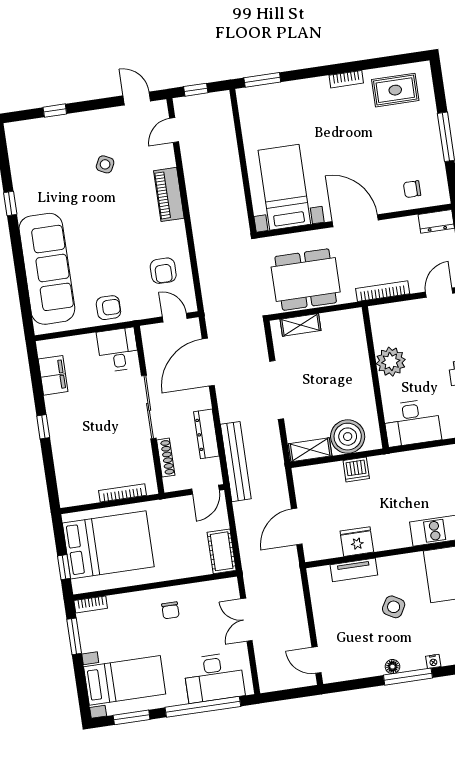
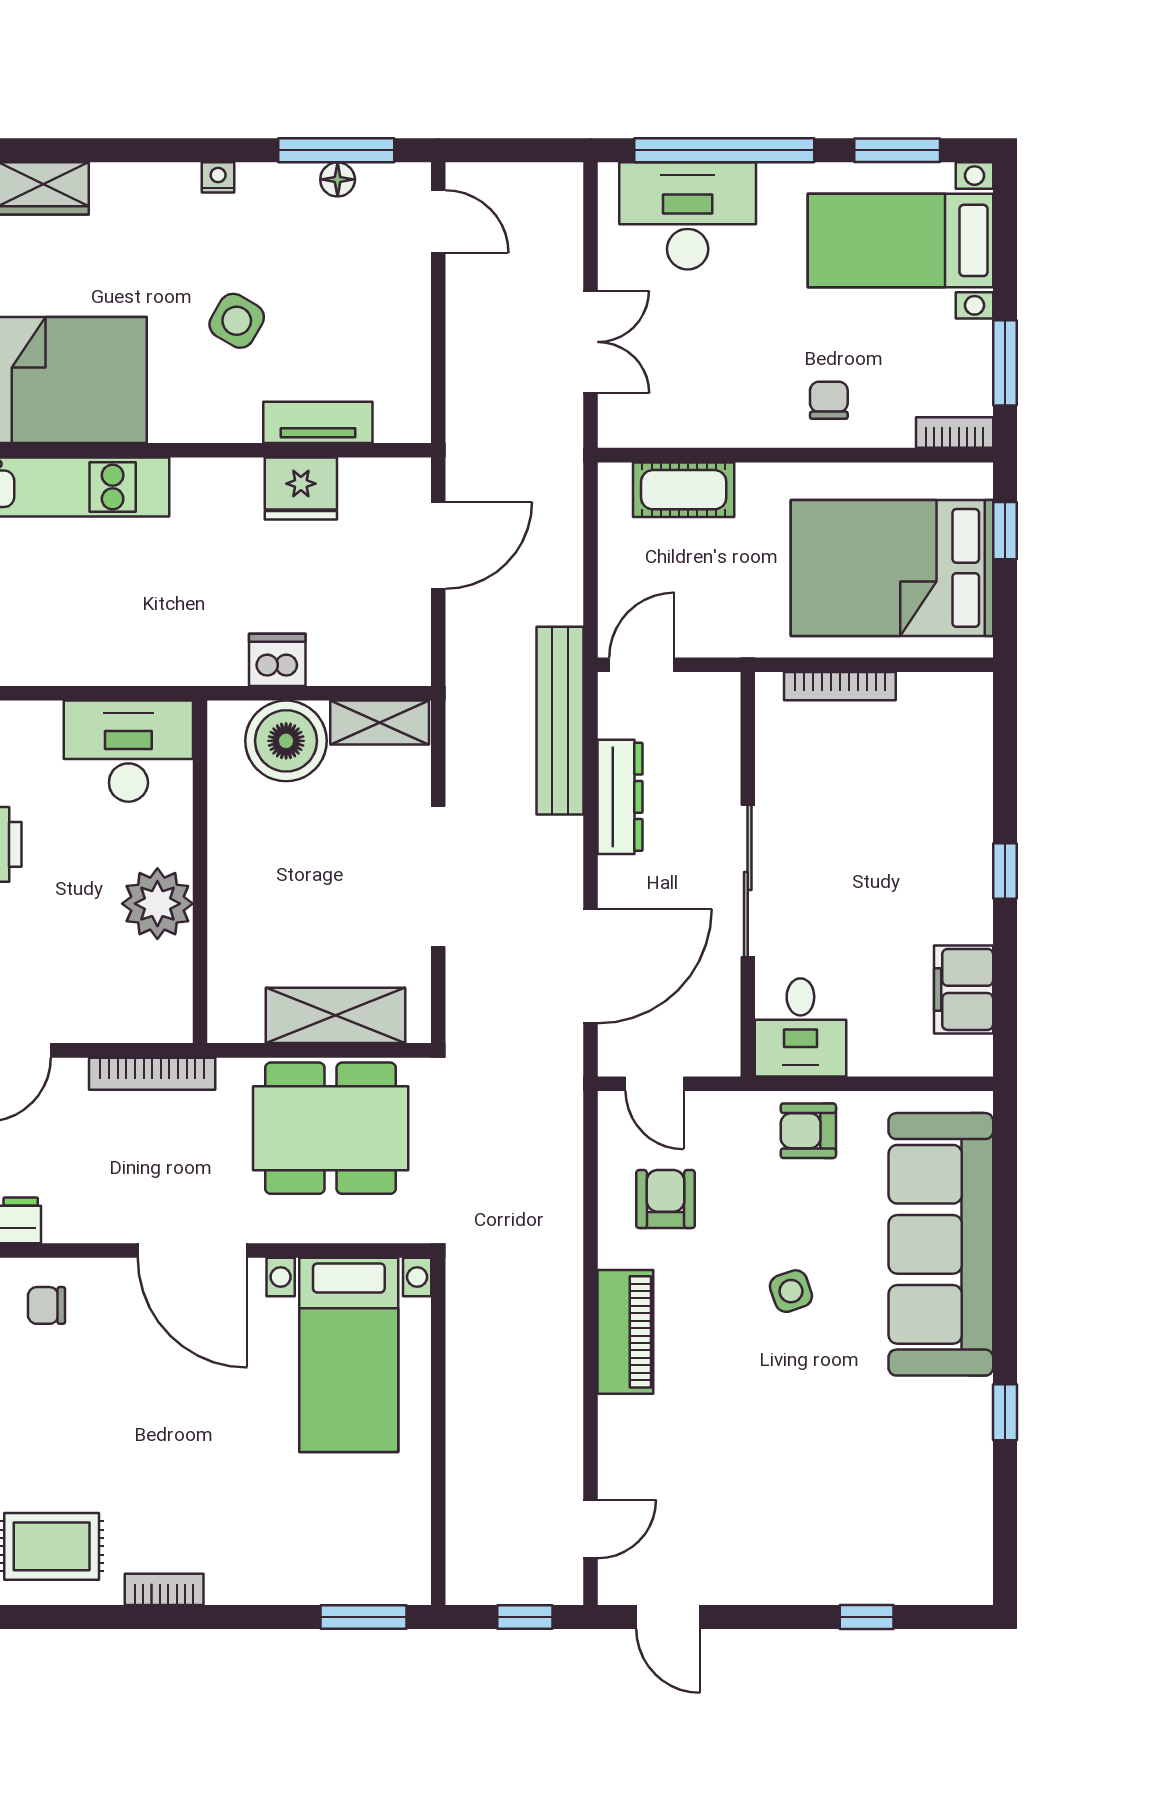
side table: (105, 164) -> (791, 1291), moved, turned 45
chair: (412, 189) -> (47, 1305), turned 180
piano: (169, 194) -> (625, 1332), moved
shelving: (301, 325) -> (335, 1015), width x1.50, depth x1.33
shoe rack: (166, 458) -> (725, 755), removed
cot: (222, 551) -> (684, 490), moved, turned 90
chair: (170, 610) -> (829, 400), moved
nightstand: (433, 661) -> (218, 177), moved
floor lamp: (393, 667) -> (338, 179), moved
window: (408, 677) -> (336, 150), moved

